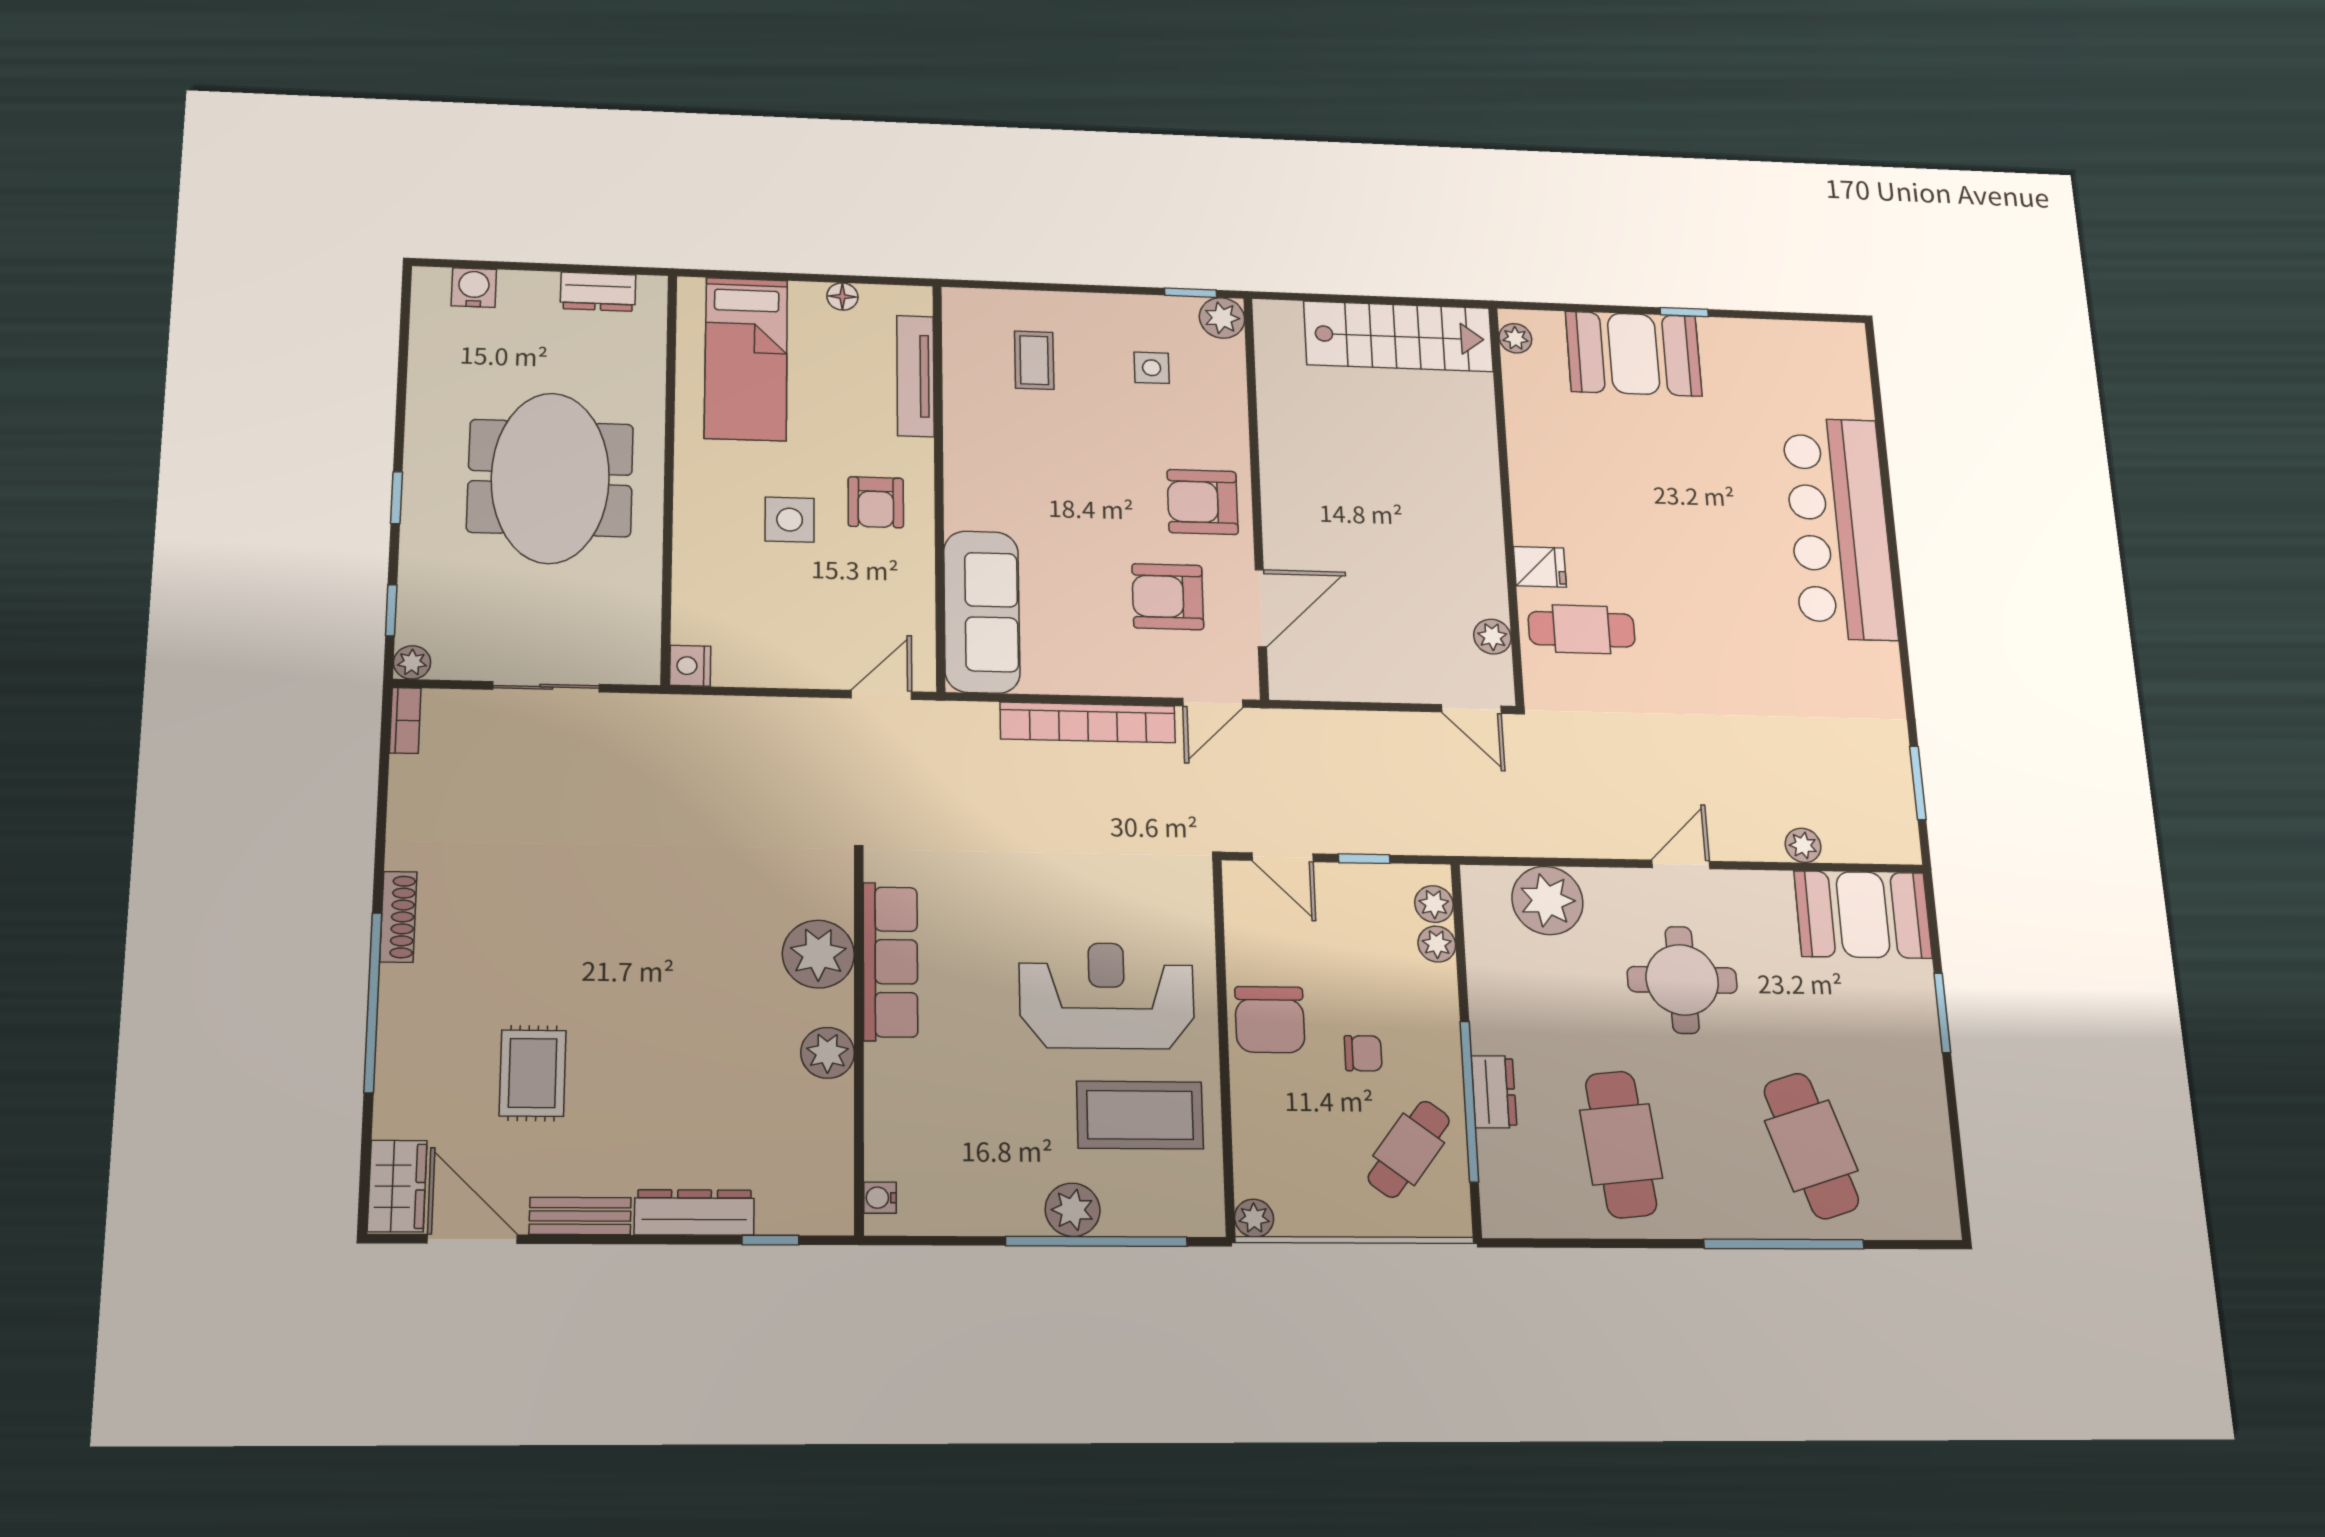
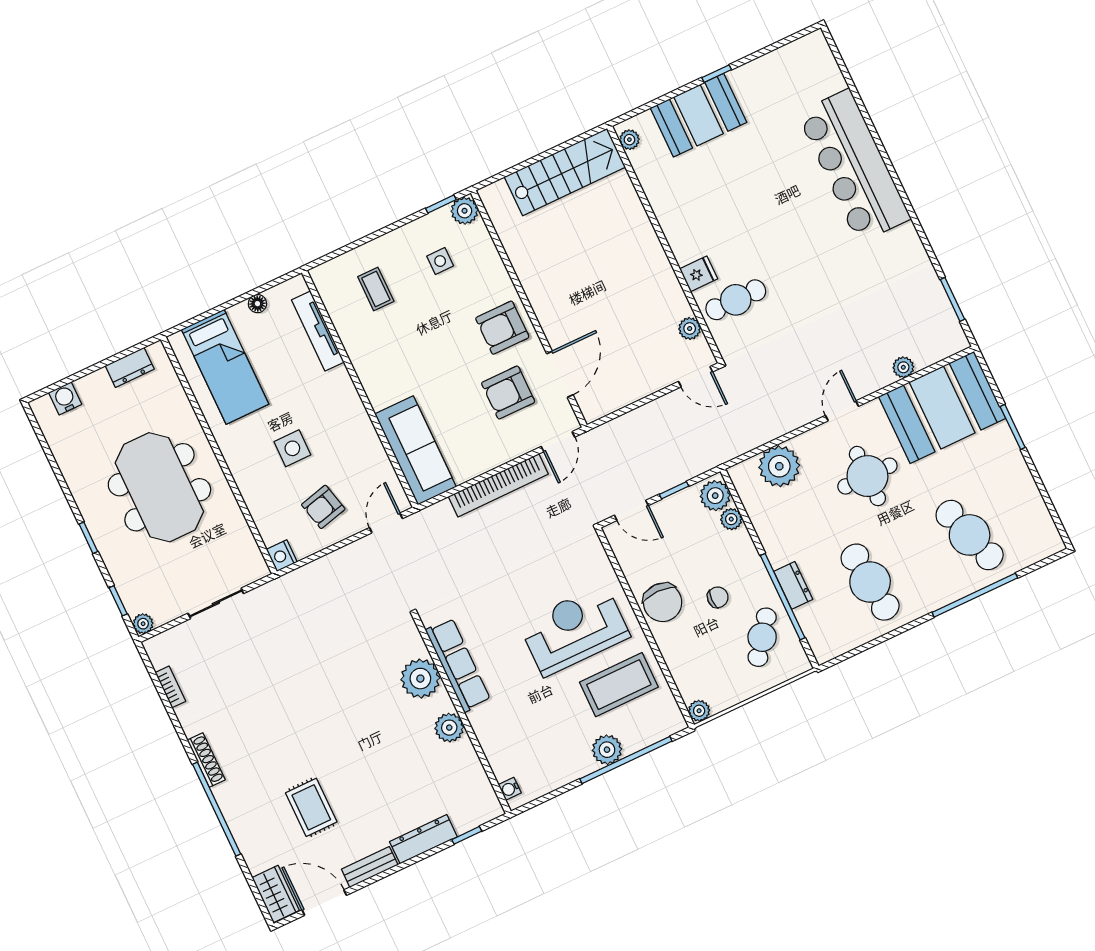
armchair: (876, 502) -> (323, 507), moved, turned 76
bookcase: (405, 720) -> (170, 687), moved
plant: (1434, 904) -> (715, 496), width x1.38, depth x1.38
booth: (1863, 915) -> (942, 407), width x1.36, depth x1.42

